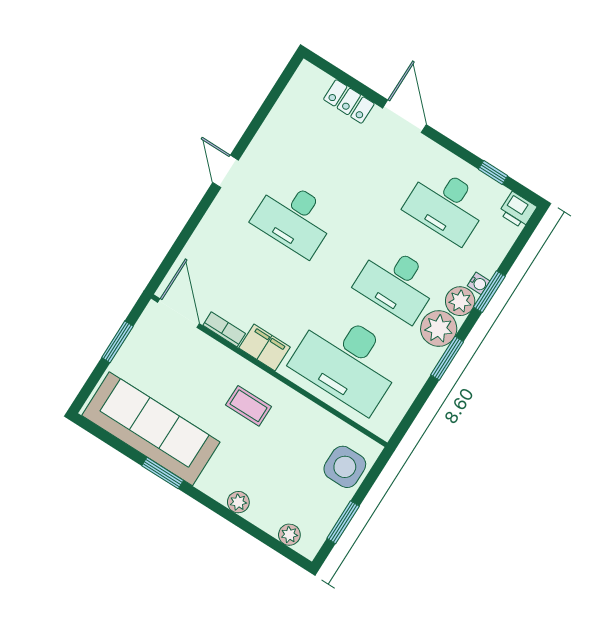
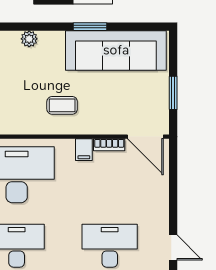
filing cabinet: (264, 348) -> (84, 150), width x0.50

